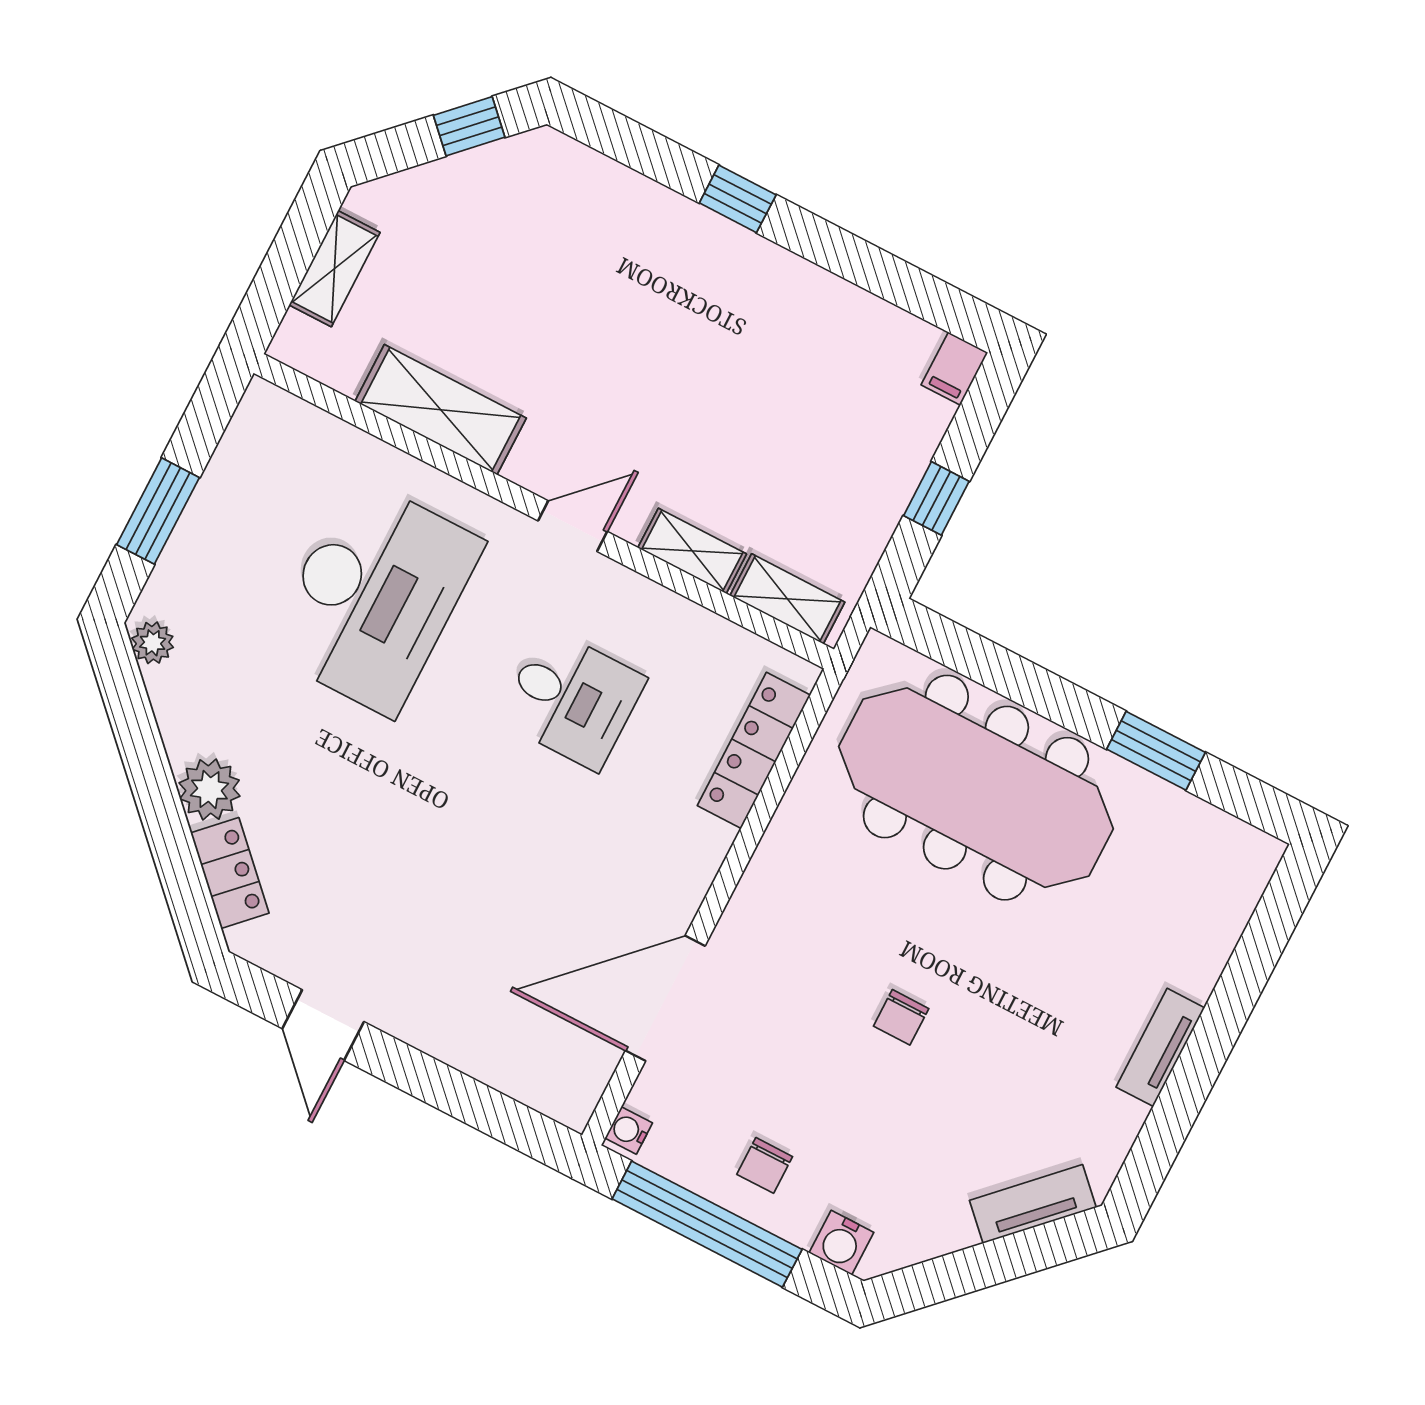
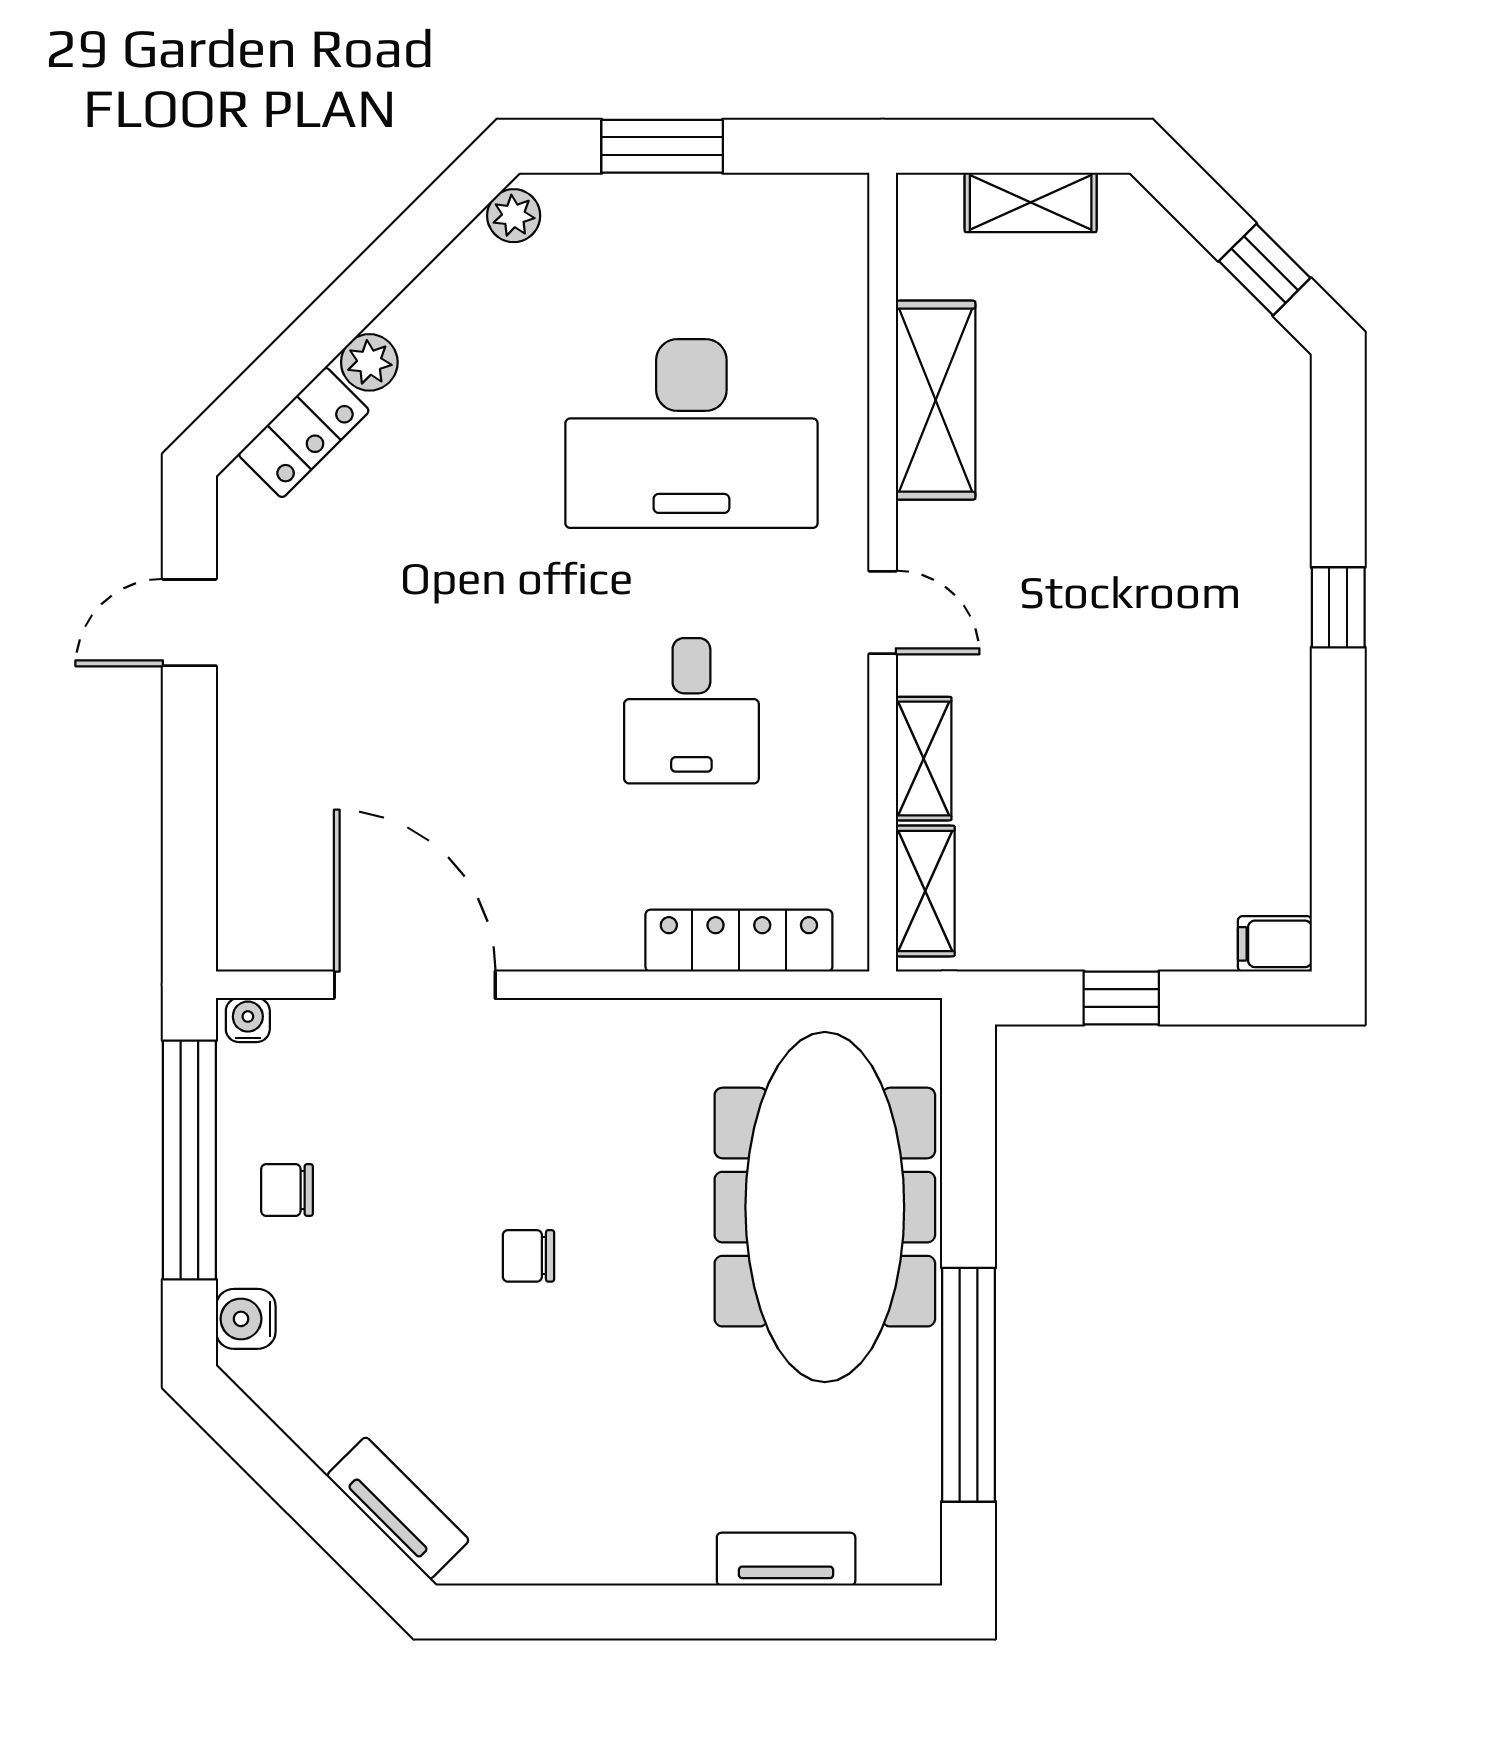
window: (1156, 751) -> (968, 1385), width x2.11
plant: (209, 790) -> (369, 362), width x0.73, depth x0.73
tv unit: (1160, 1047) -> (786, 1559), moved

